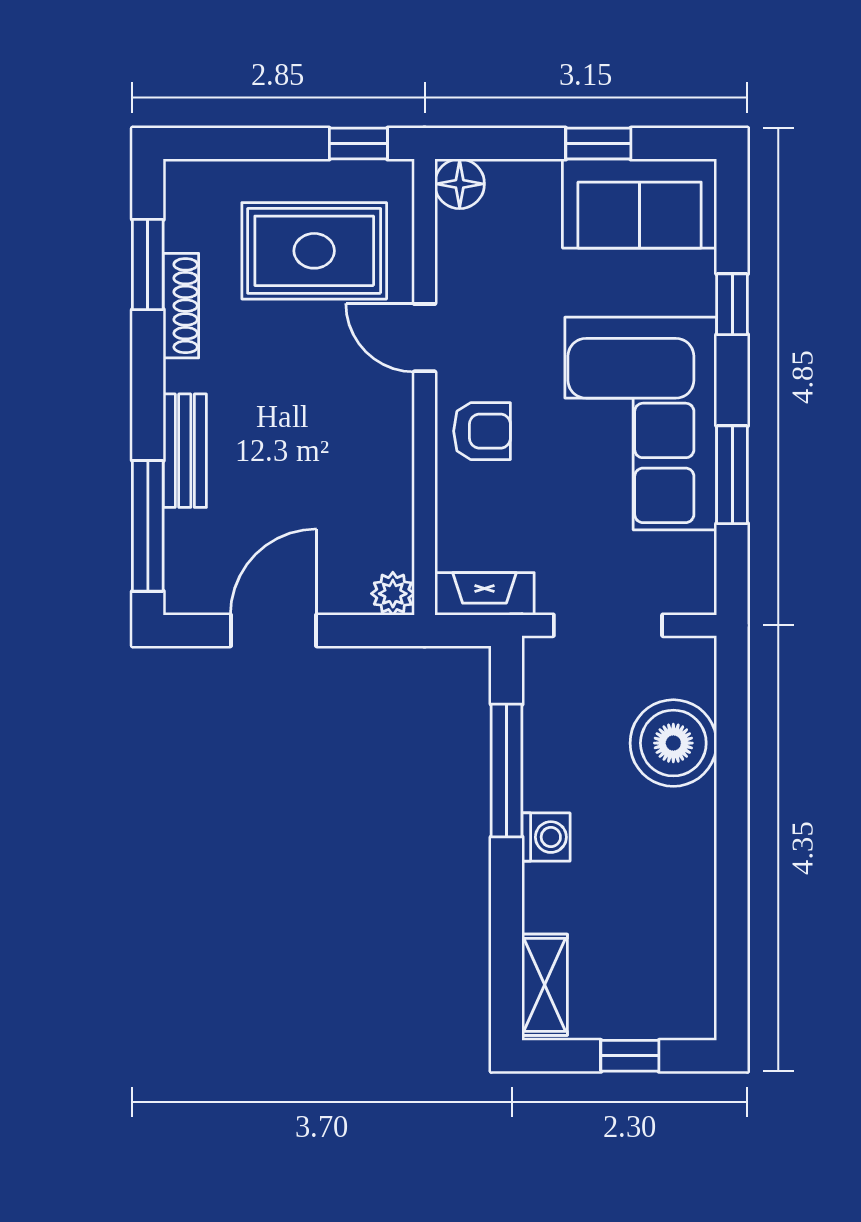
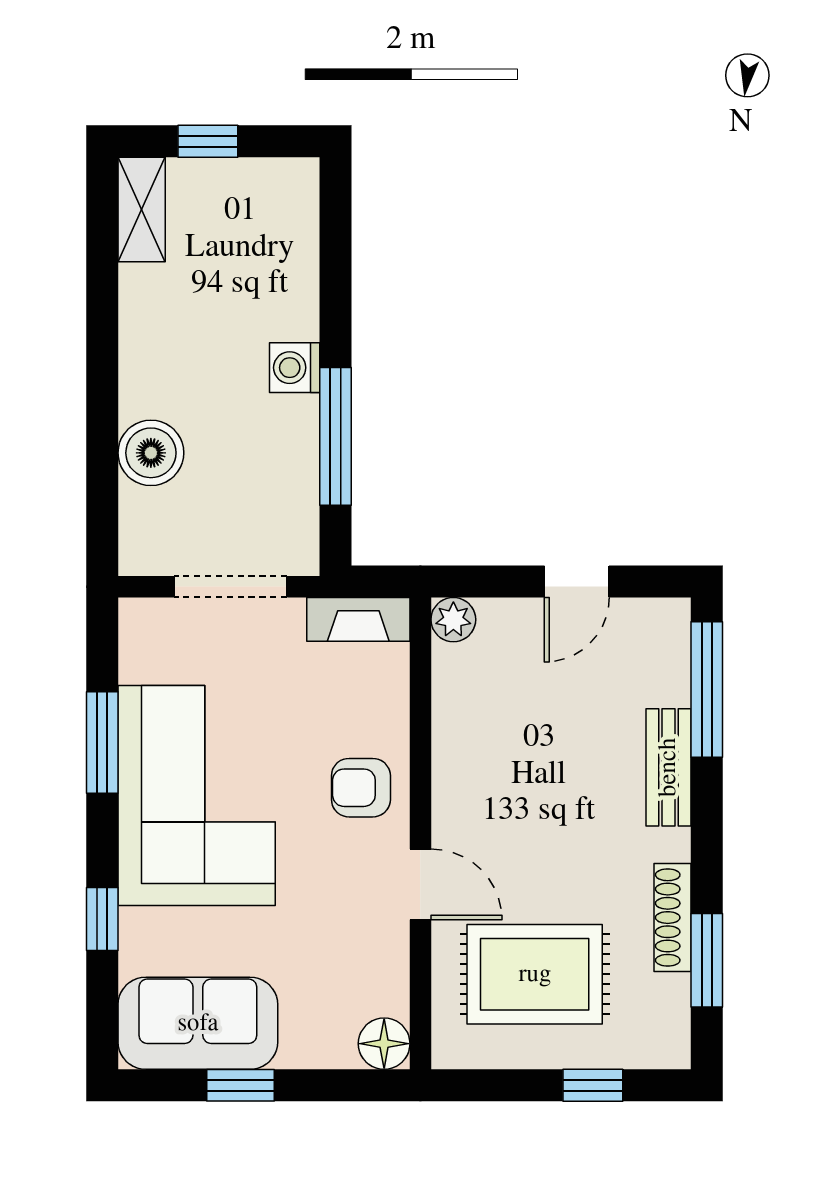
window: (358, 144) -> (593, 1085), moved
door: (273, 630) -> (577, 581), width x0.73
boiler: (673, 743) -> (151, 453), width x0.73, depth x0.73
shelving: (545, 985) -> (142, 209), moved

